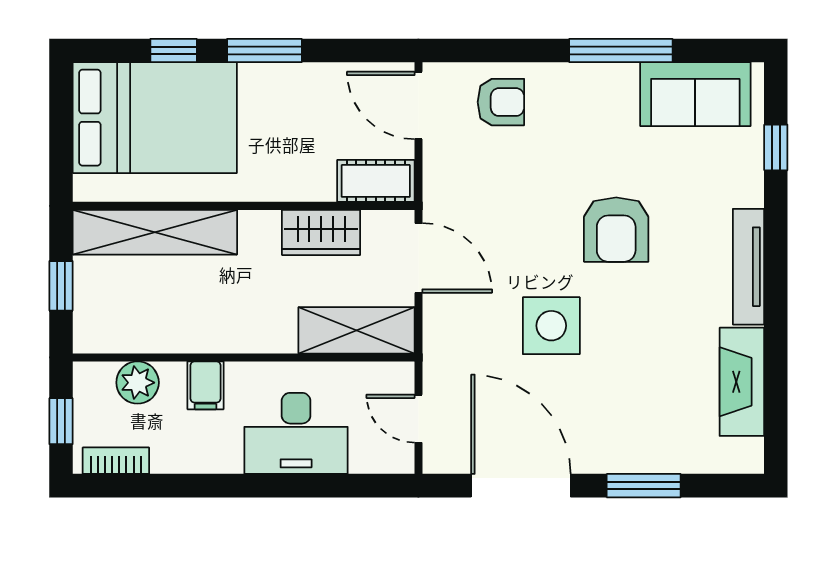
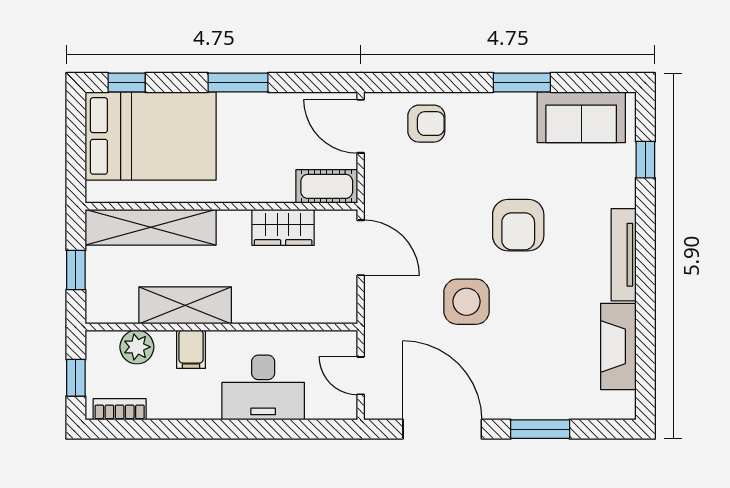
window: (174, 50) -> (127, 82), moved
window: (621, 50) -> (522, 82), width x0.69
shelving: (356, 330) -> (185, 305), moved

